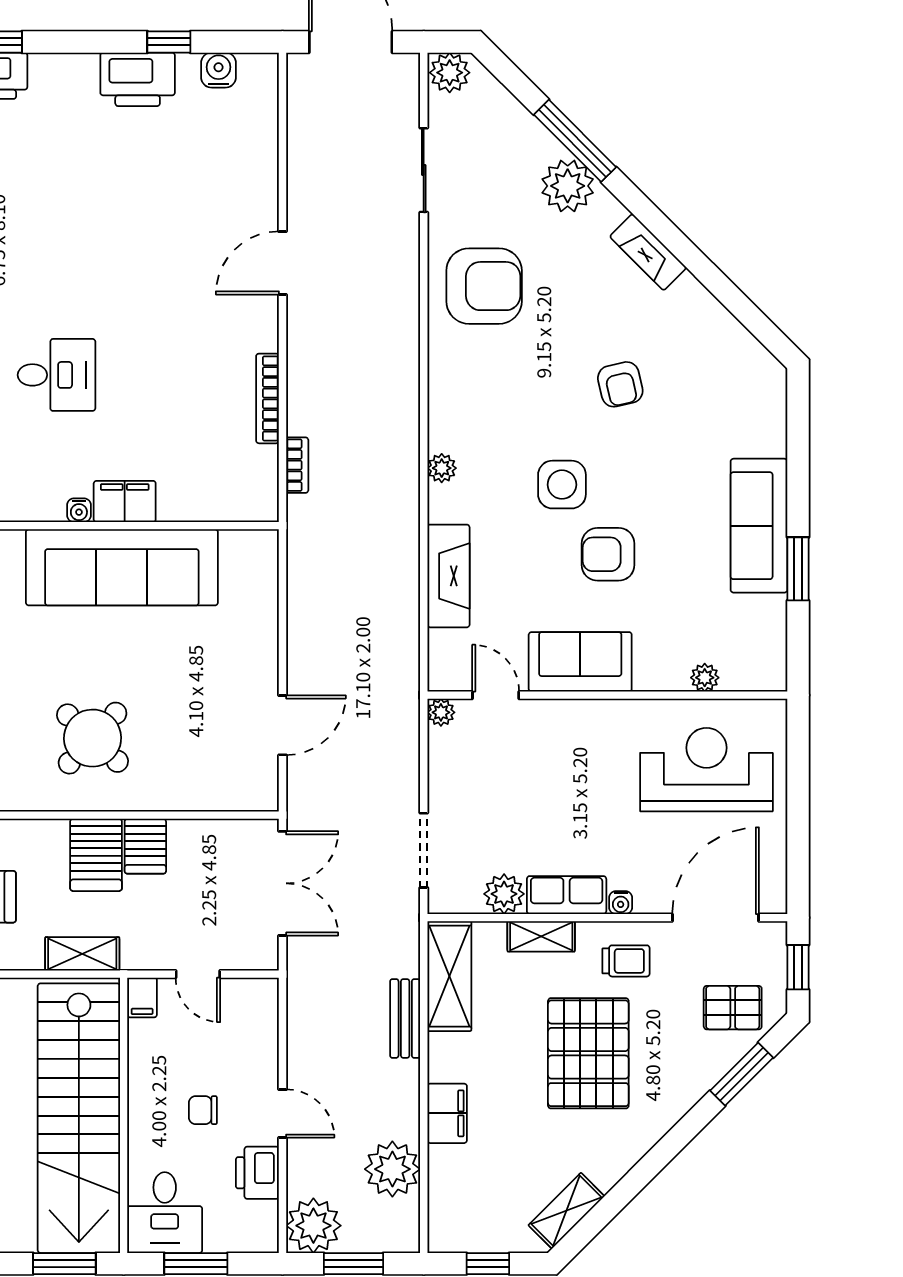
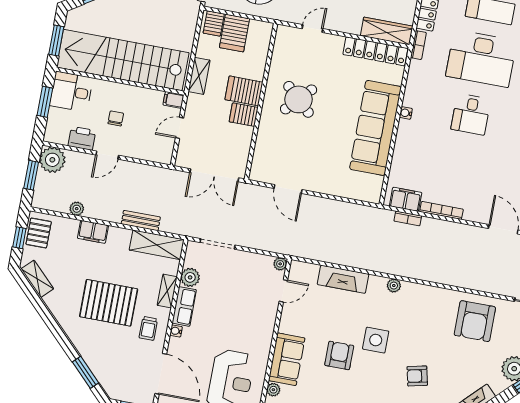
filing cabinet: (125, 501) -> (406, 199), moved, turned -90
sofa: (580, 662) -> (287, 359), moved
pallet: (733, 1008) -> (39, 233), moved
plant: (392, 1169) -> (77, 209), width x0.53, depth x0.53

